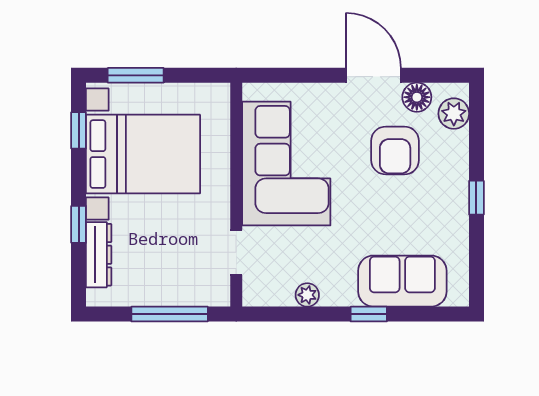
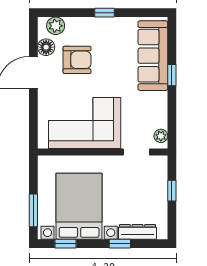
sofa: (402, 281) -> (153, 56), width x1.36
plant: (307, 295) -> (161, 136), moved
window: (170, 314) -> (172, 191), width x0.46

